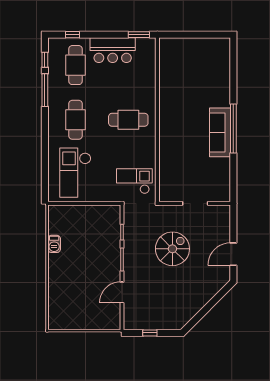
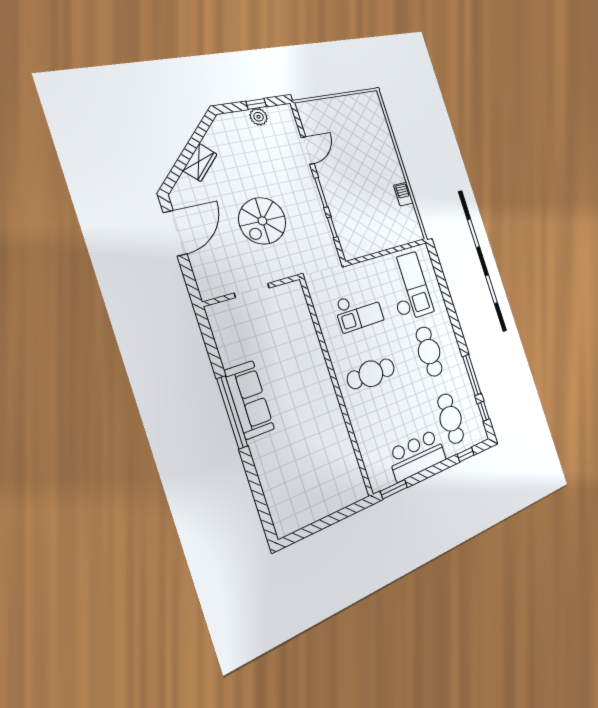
checkout: (134, 181) -> (359, 311), moved
door: (233, 254) -> (175, 233), width x1.36
wardrobe: (203, 298) -> (200, 162), added
plant: (151, 323) -> (259, 117), added

